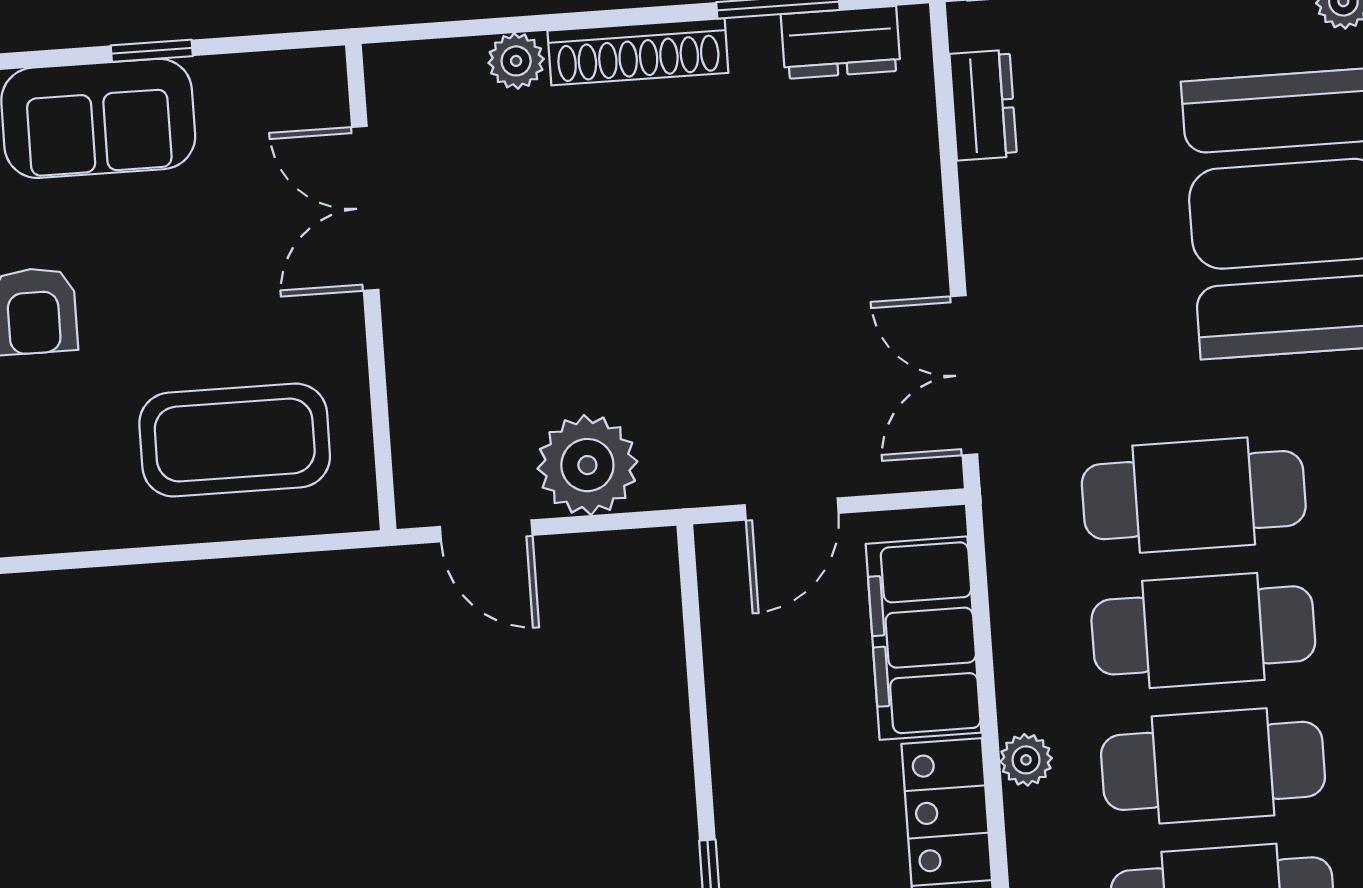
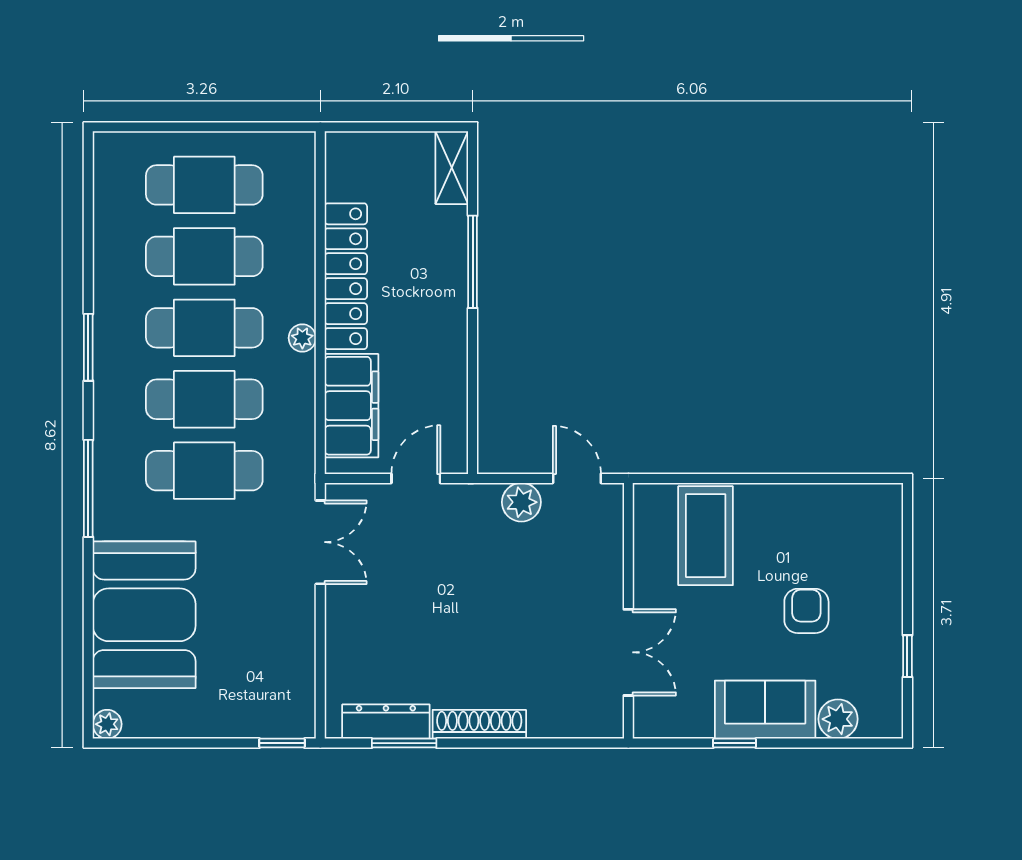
dresser: (841, 42) -> (386, 722), width x1.44
plant: (516, 61) -> (544, 724), removed
dresser: (983, 105) -> (300, 683), removed
coffee table: (235, 440) -> (706, 536), turned 90
plant: (587, 465) -> (521, 502), width x0.73, depth x0.73

